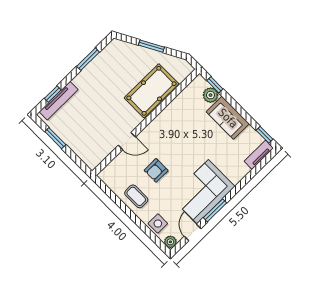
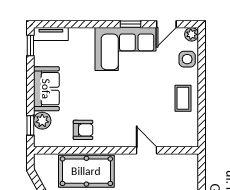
armchair: (156, 170) -> (83, 130), moved
window: (215, 210) -> (131, 24), width x0.67

